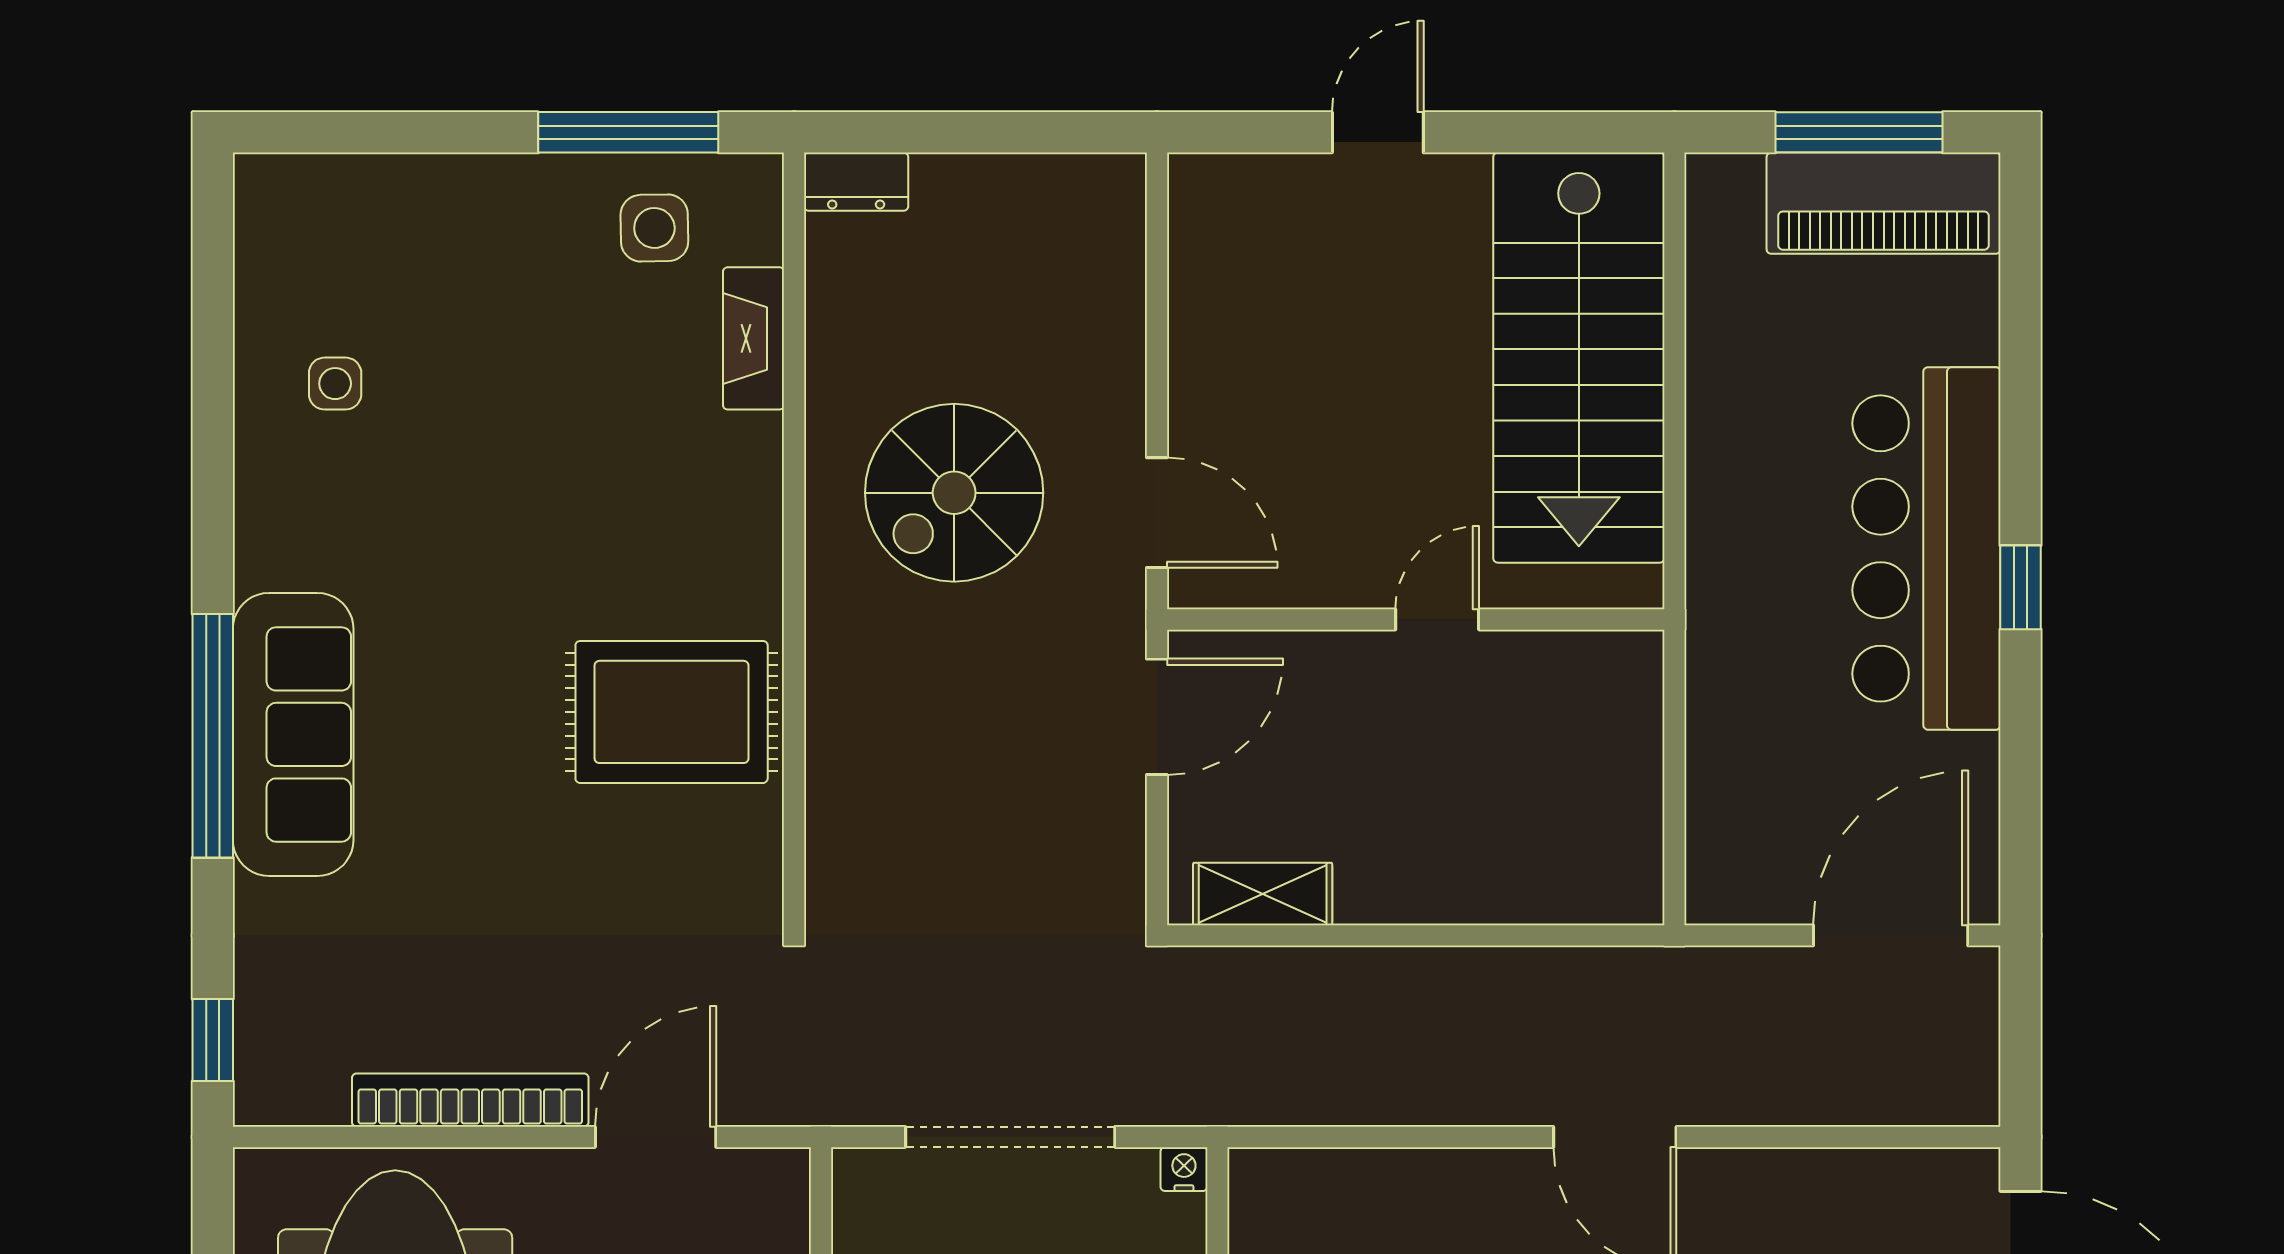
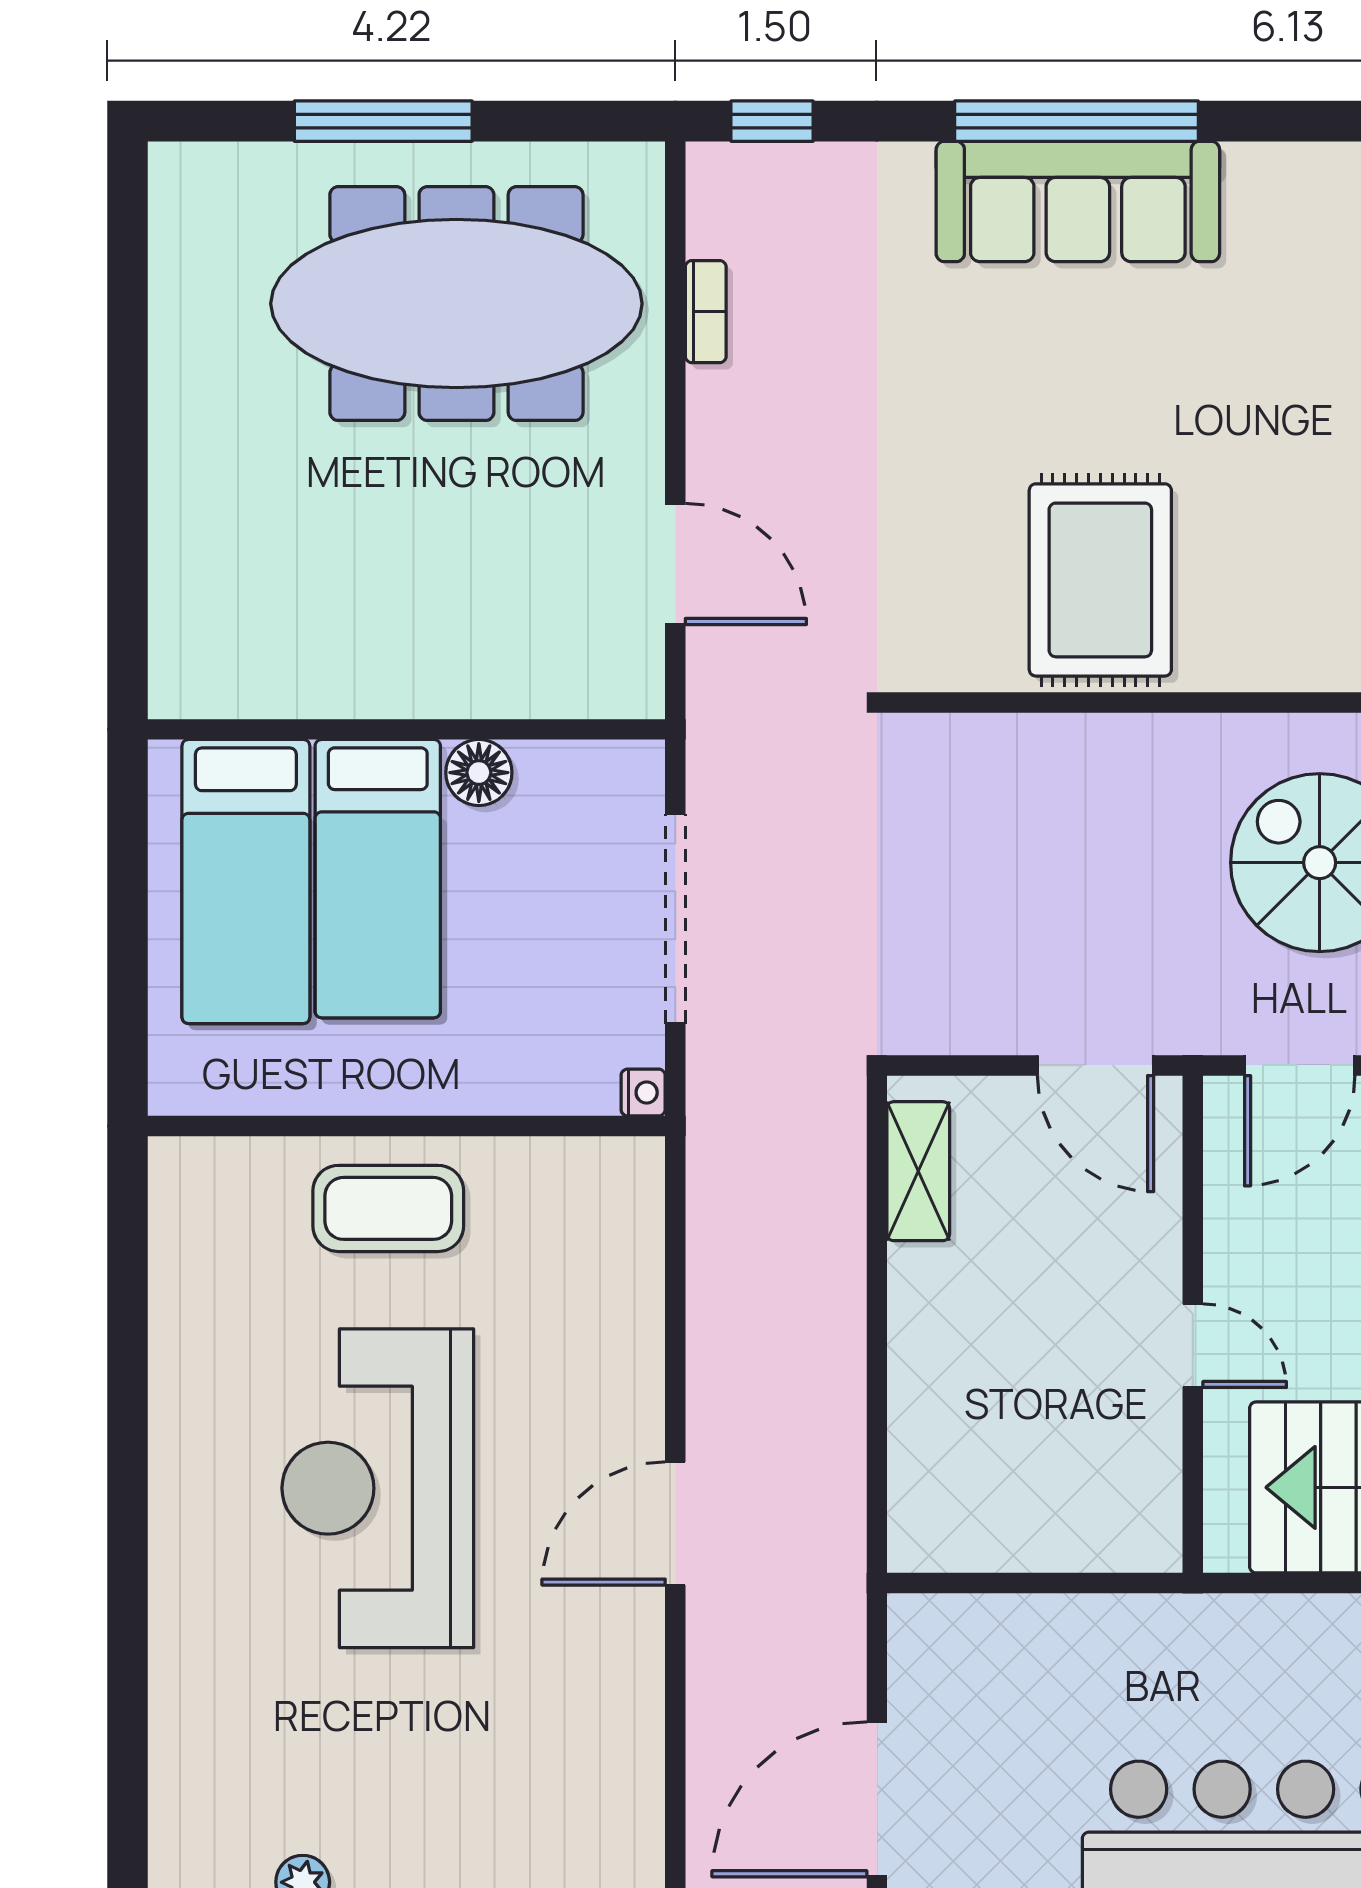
door: (1891, 935) -> (877, 1799), swing flipped
bookcase: (470, 1100) -> (706, 312), width x0.43, depth x0.76

